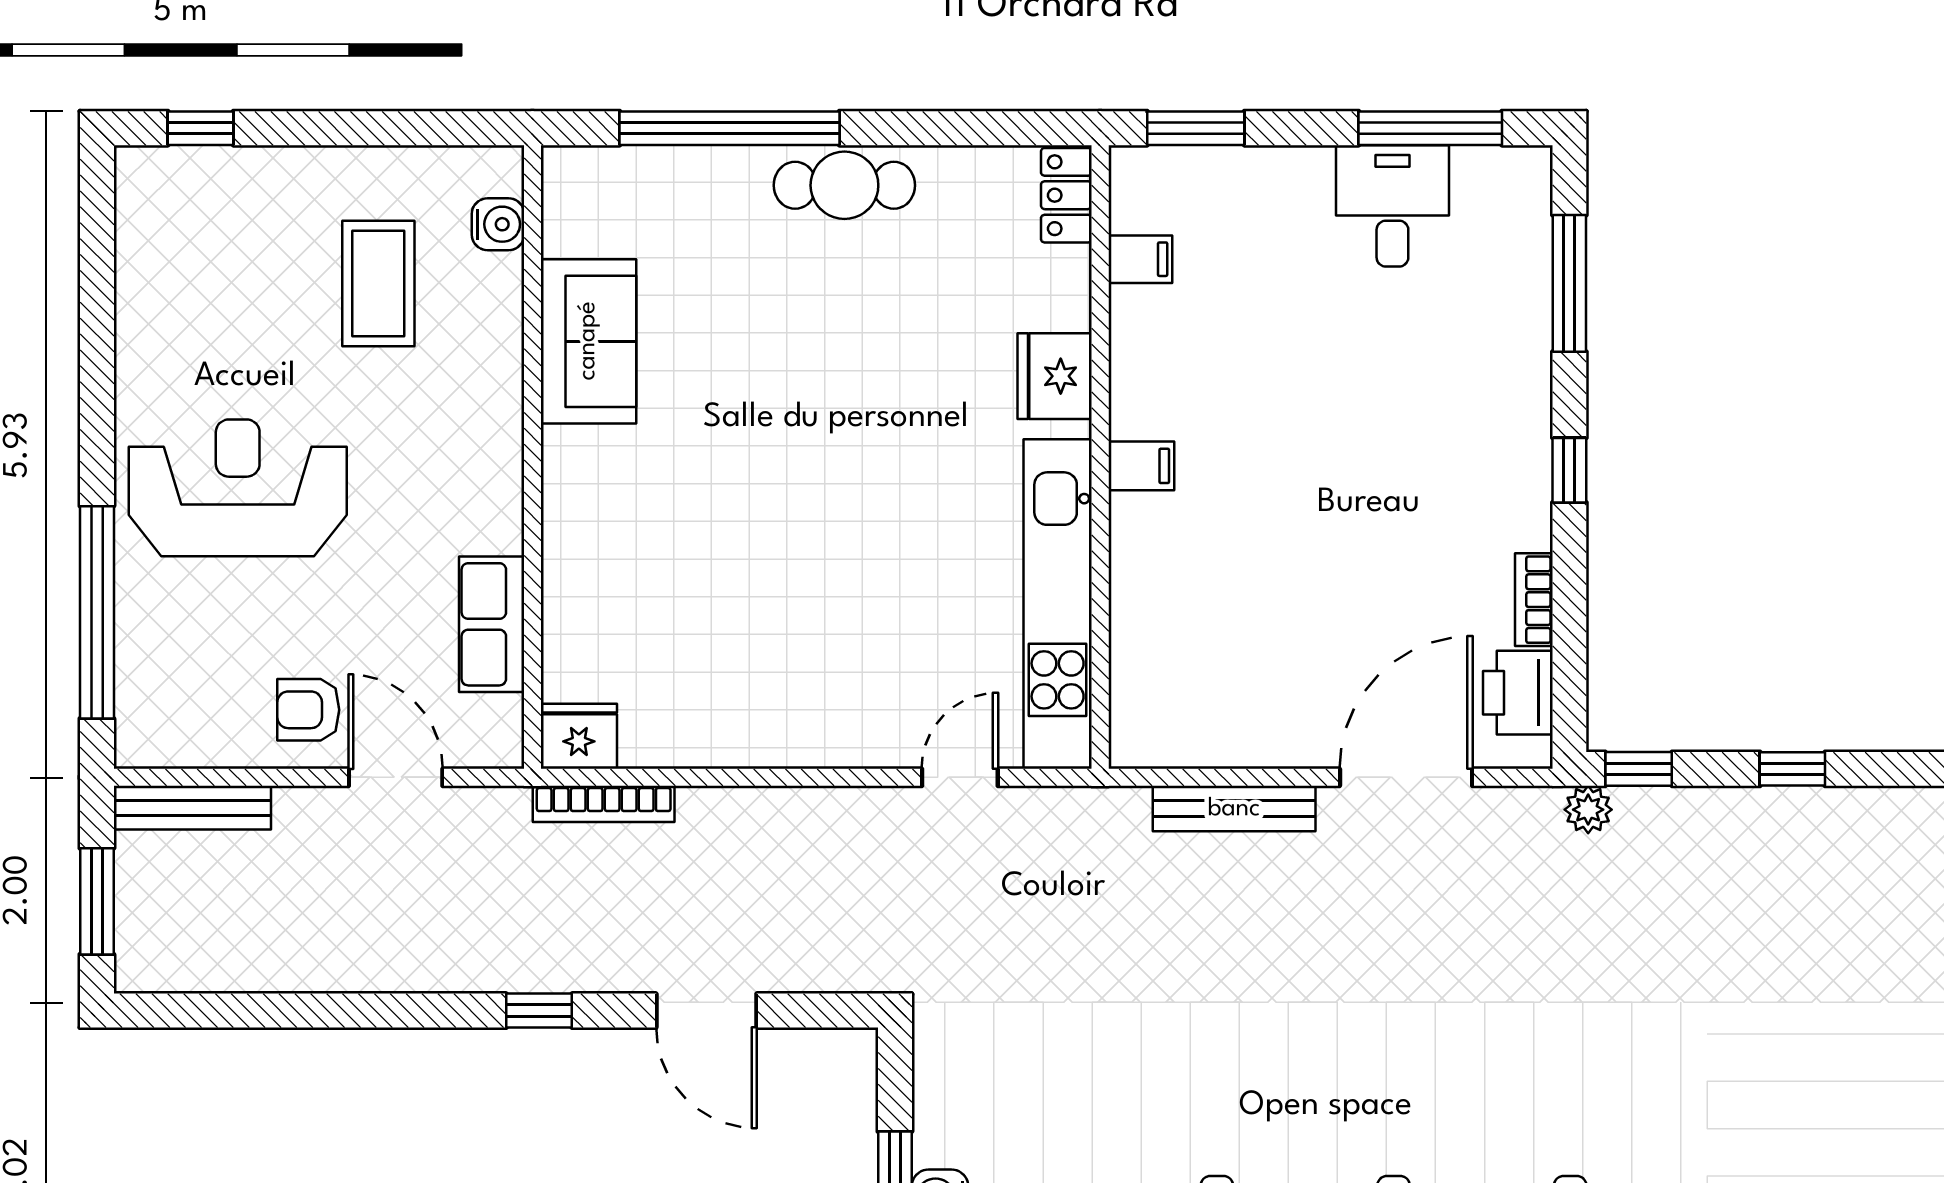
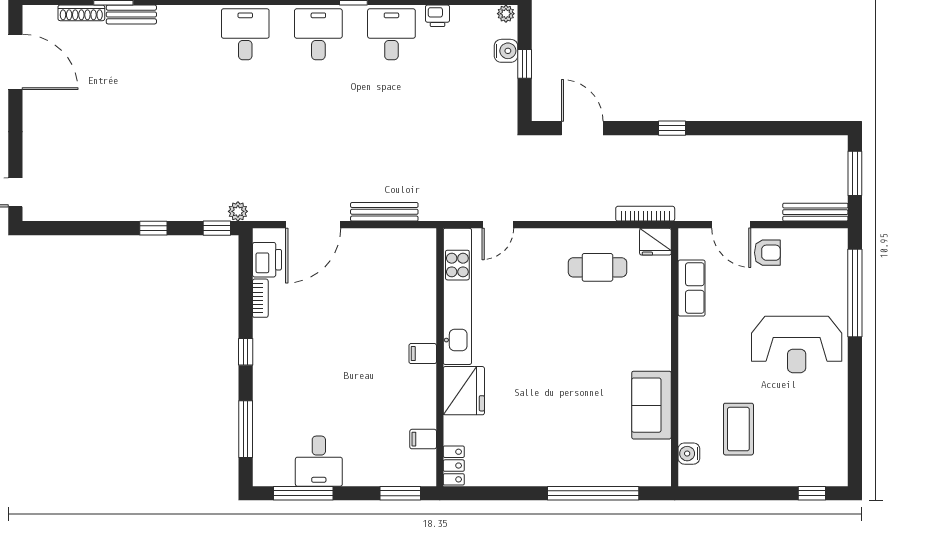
cafe table: (844, 185) -> (597, 267), moved
fridge: (1055, 376) -> (464, 391), width x1.36, depth x1.34
door: (706, 1011) -> (582, 128), moved

